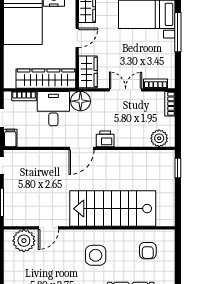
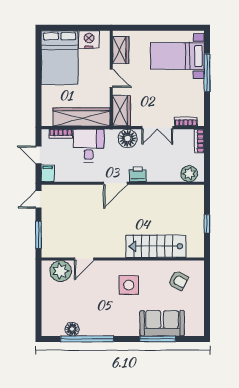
door: (77, 38) -> (111, 78), hinge flipped
double door: (126, 90) -> (157, 128), swing flipped
floor lamp: (80, 101) -> (128, 138), moved
window: (178, 168) -> (207, 224), moved
stairs: (113, 209) -> (156, 246), width x0.73, depth x0.66
armchair: (148, 251) -> (178, 281), turned -63

